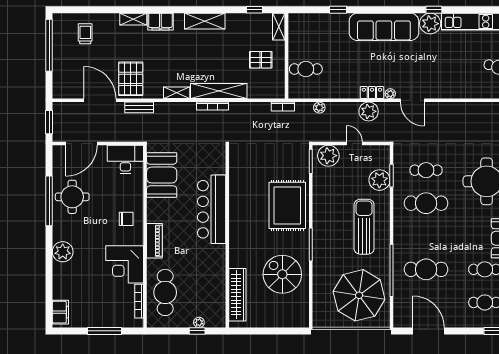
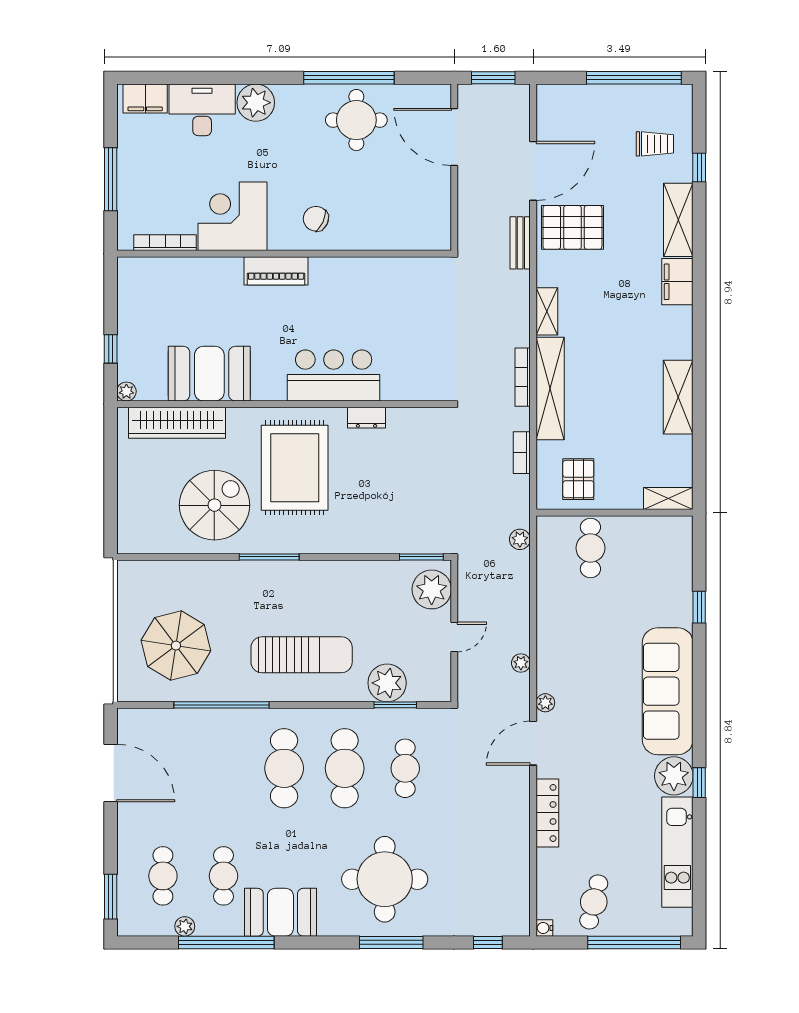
window: (254, 10) -> (699, 167), moved
shelving: (133, 19) -> (678, 220), width x1.50, depth x1.33
shelving: (205, 21) -> (678, 397), moved
pallet: (261, 60) -> (578, 479), moved
locker: (372, 93) -> (547, 813), moved, width x1.53
bookcase: (283, 107) -> (522, 453), moved
plant: (319, 108) -> (520, 539), moved
plant: (369, 111) -> (521, 663), width x0.53, depth x0.53
desk: (125, 159) -> (202, 110), moved, turned -90
booth: (162, 175) -> (209, 374), moved
dresser: (235, 191) -> (366, 418), added
rug: (287, 205) -> (295, 468), moved, turned 90
bar counter: (212, 209) -> (334, 375), width x0.73
chair: (126, 219) -> (316, 219), turned 115
cafe table: (426, 269) -> (284, 768), moved
cafe table: (165, 292) -> (181, 290), removed
parasol: (359, 295) -> (176, 646), width x0.73, depth x0.73
plant: (199, 322) -> (126, 391), moved
door: (429, 331) -> (111, 773), hinge flipped

